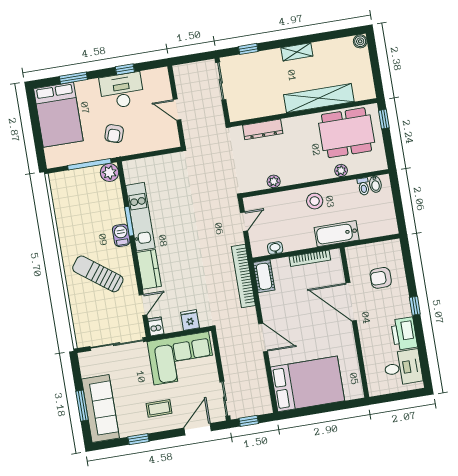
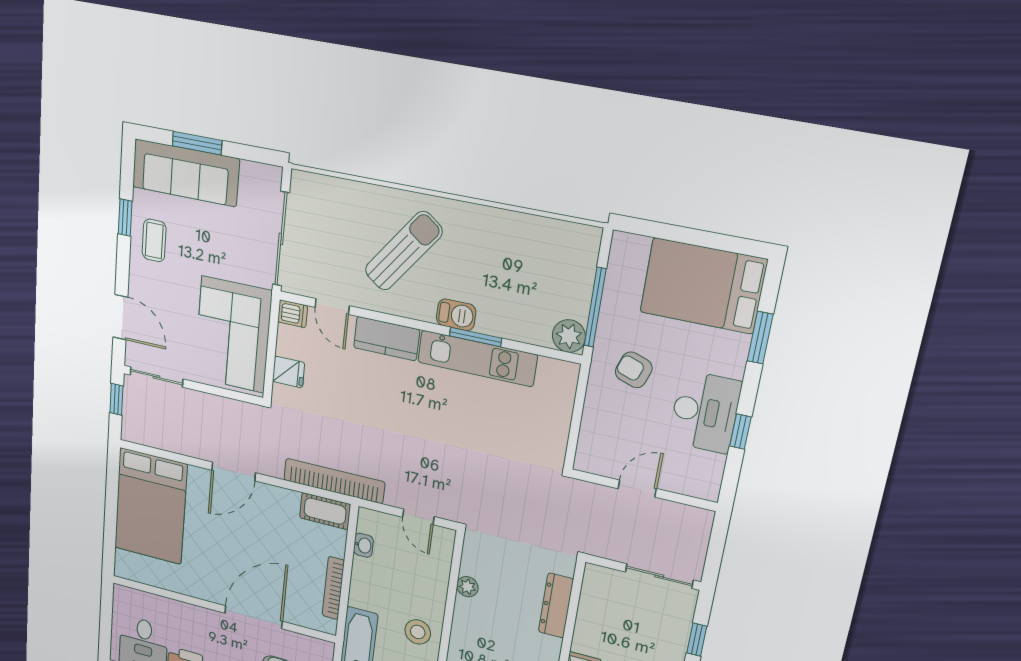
coffee table: (159, 408) -> (154, 240), moved

